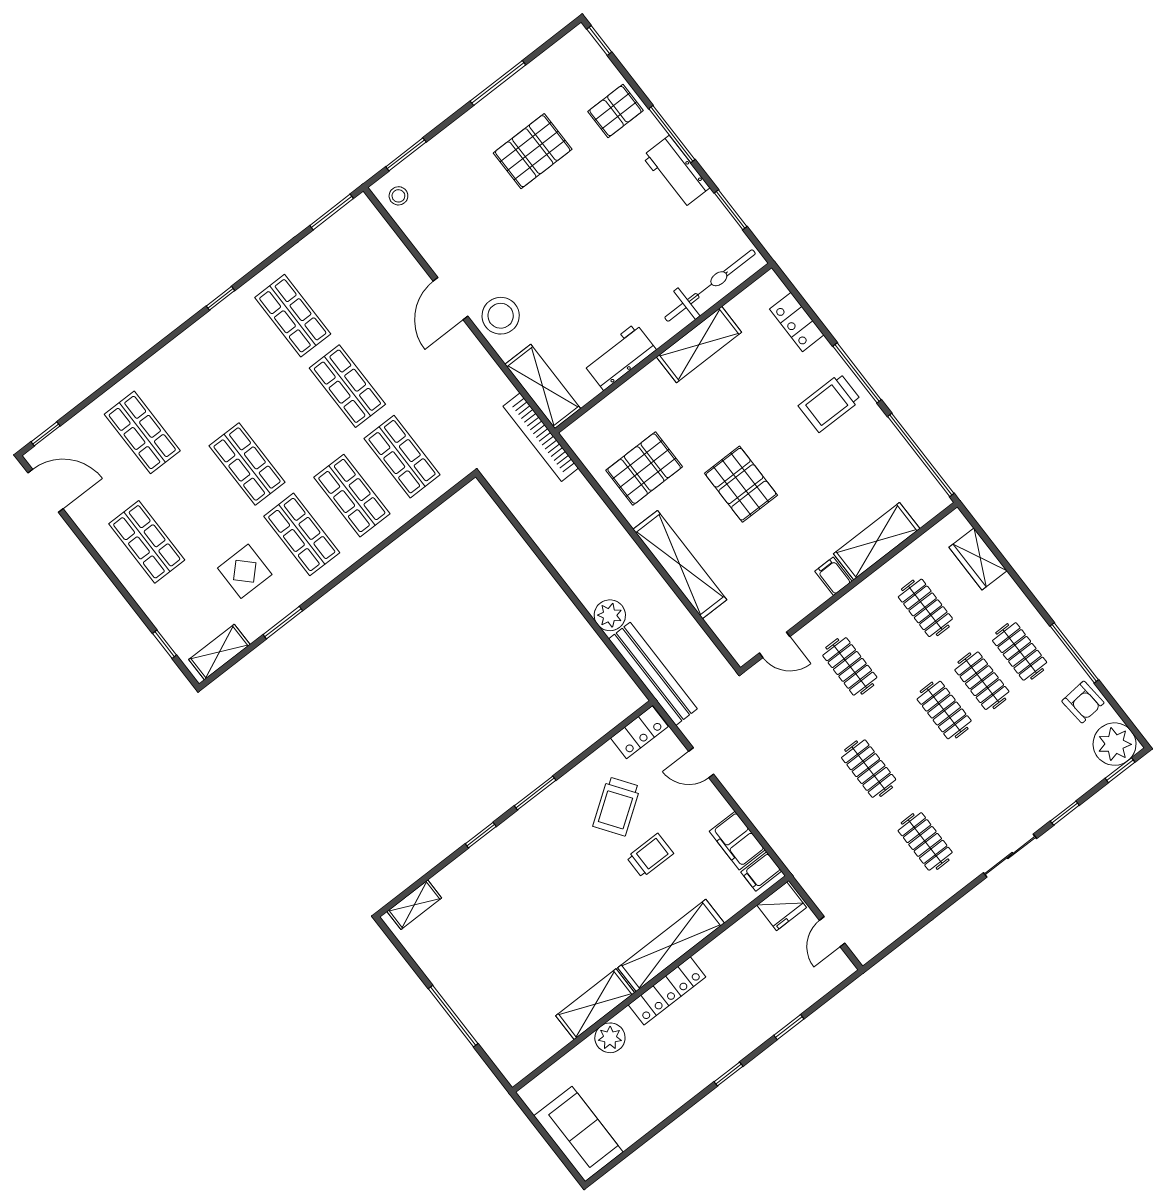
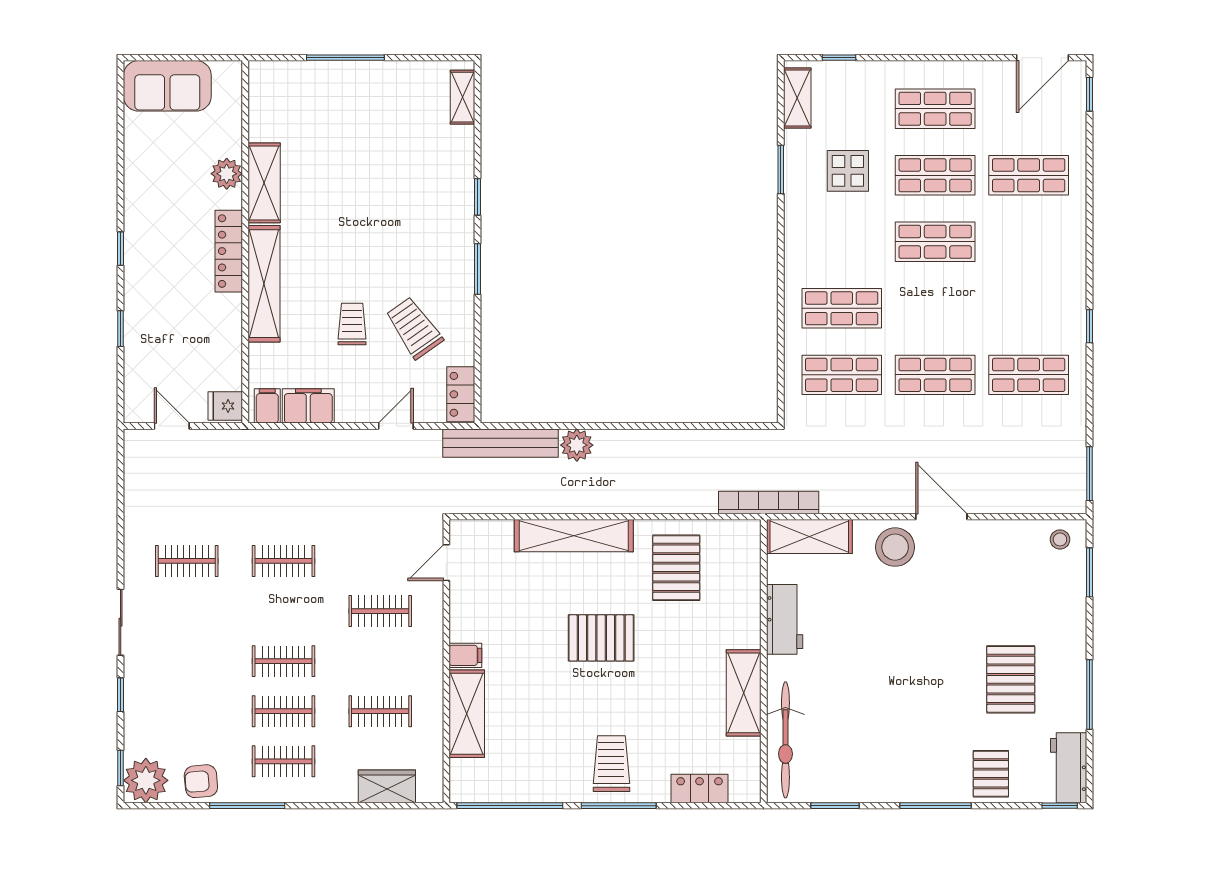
workbench: (676, 172) -> (1069, 768), moved, turned -90
shop shelf: (302, 534) -> (935, 175), moved
trolley: (650, 855) -> (352, 324), turned 180
fridge: (782, 906) -> (225, 406), width x0.72

